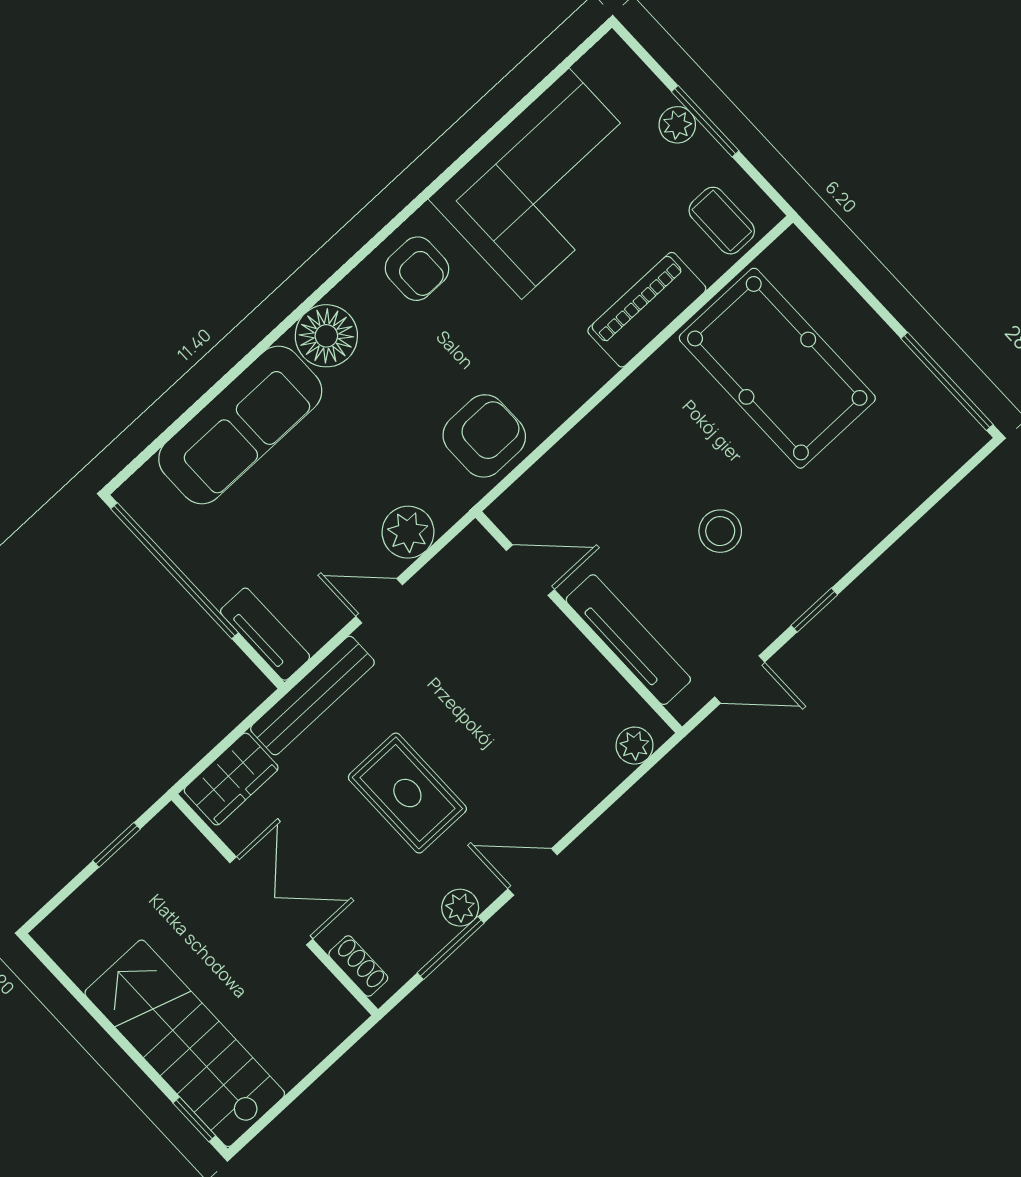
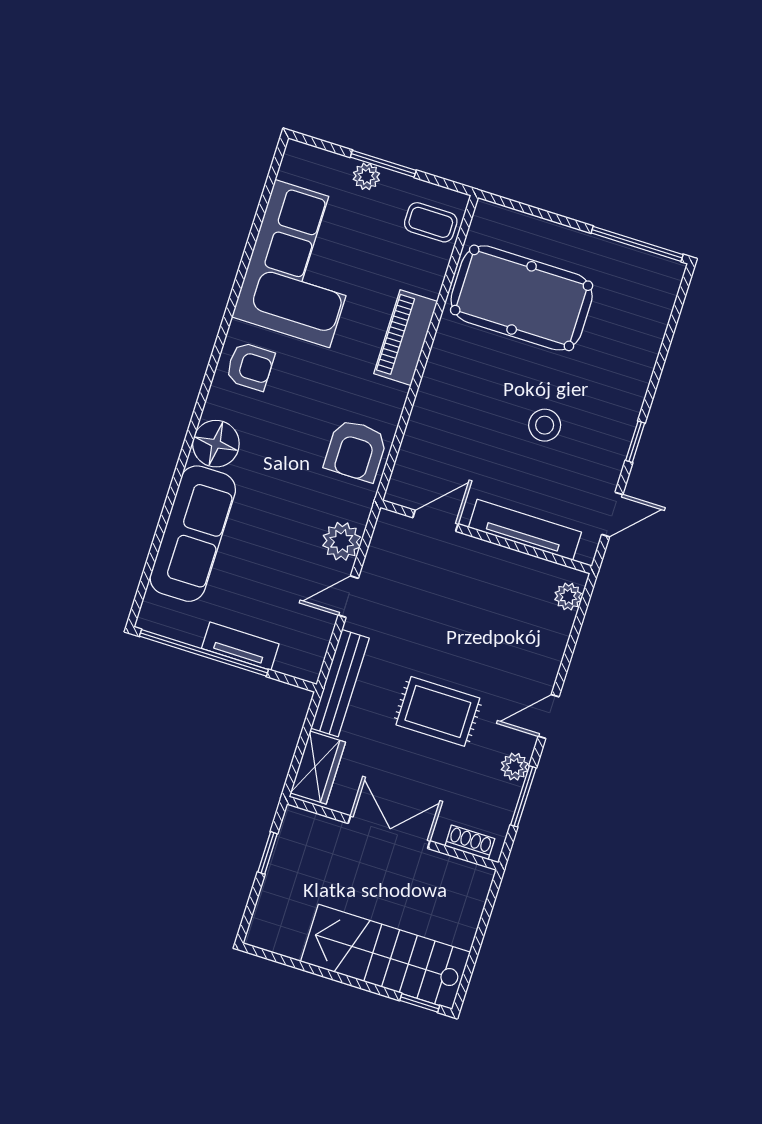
piano: (647, 310) -> (406, 338), moved
armchair: (484, 436) -> (356, 450), turned 180
tv unit: (265, 634) -> (240, 646), moved

